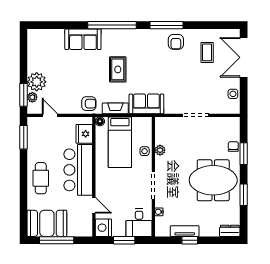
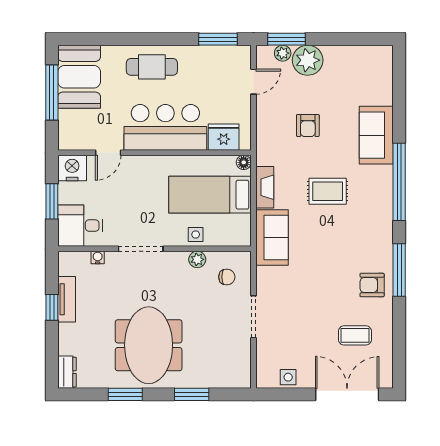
armchair: (89, 104) -> (308, 126), moved
chair: (233, 146) -> (227, 277), moved

